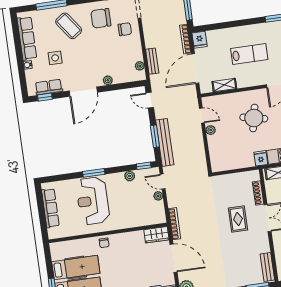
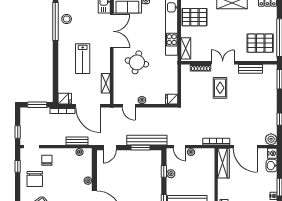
lab bench: (249, 54) -> (83, 59), turned 180
door: (202, 115) -> (129, 106), swing flipped
fridge: (261, 158) -> (172, 99), moved
window: (144, 166) -> (164, 171), moved
door: (163, 182) -> (179, 147), hinge flipped
rug: (238, 219) -> (220, 88), turned 90
wardrobe: (156, 235) -> (223, 163), width x1.50
door: (173, 258) -> (245, 147), swing flipped
bench: (267, 267) -> (250, 69), moved

